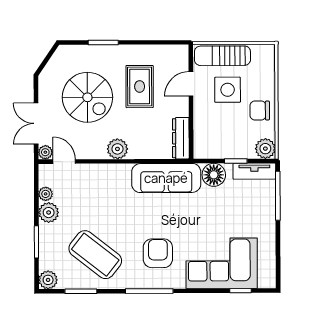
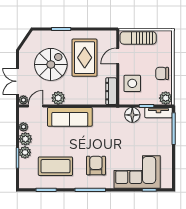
rug: (140, 87) -> (85, 58), width x1.36, depth x1.43
side table: (228, 90) -> (132, 83), moved
spiral stairs: (87, 97) -> (51, 64), turned -90
plant: (117, 149) -> (58, 98), moved
door: (64, 162) -> (36, 106), hinge flipped
sofa: (166, 178) -> (70, 117), moved
coffee table: (95, 255) -> (55, 166), turned -38
plant: (48, 280) -> (25, 152), moved

